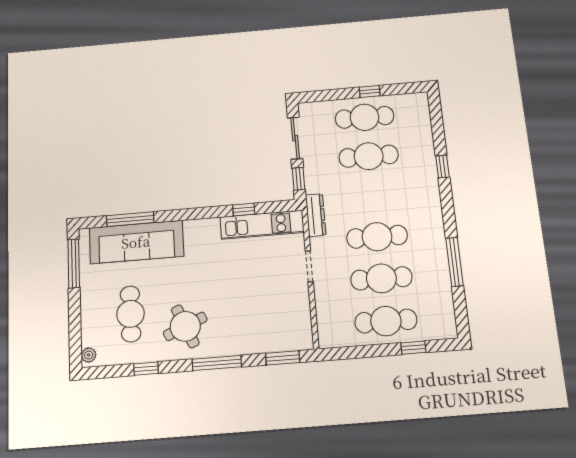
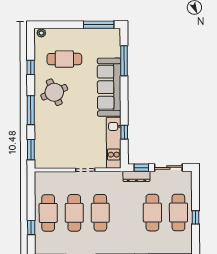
dresser: (316, 215) -> (136, 176), moved
sofa: (136, 242) -> (109, 87), moved

